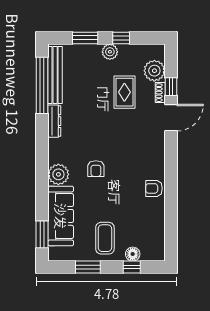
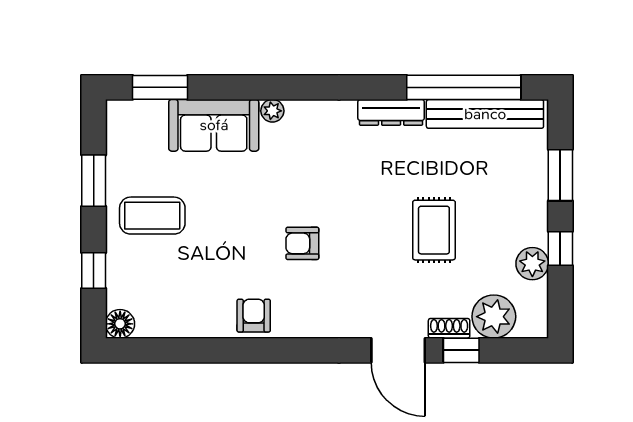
plant: (110, 52) -> (532, 264), moved
rug: (124, 92) -> (434, 230), moved, turned 90
armchair: (96, 169) -> (302, 243), moved
plant: (58, 174) -> (272, 111), width x0.53, depth x0.53
sofa: (61, 216) -> (214, 125), width x0.73
floor lamp: (133, 254) -> (120, 324), moved

